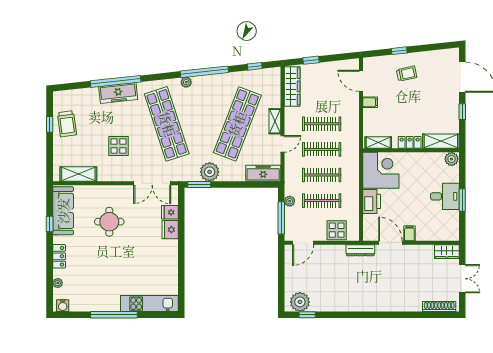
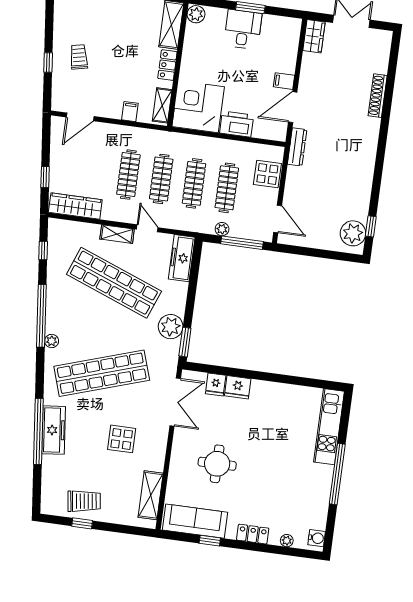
filing cabinet: (370, 102) -> (130, 112), moved
shoe rack: (439, 307) -> (378, 96), moved

